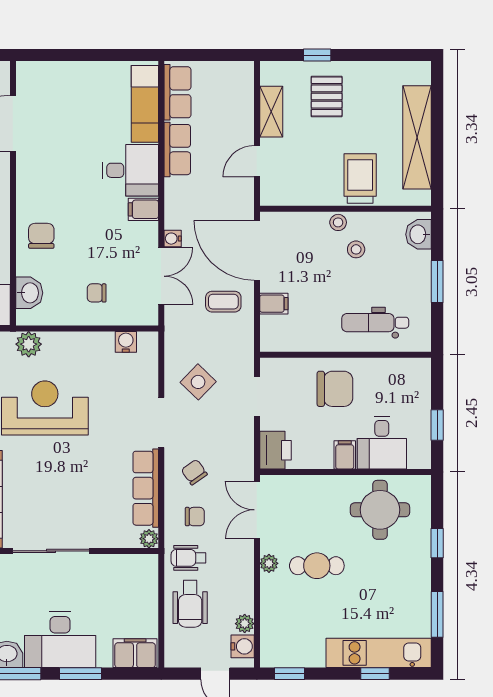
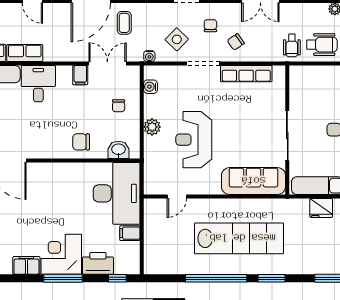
filing cabinet: (143, 209) -> (80, 75), moved
water cooler: (173, 239) -> (149, 56), moved
plant: (29, 344) -> (152, 127), moved
chair: (195, 517) -> (210, 26), moved
plant: (149, 539) -> (279, 71), removed

